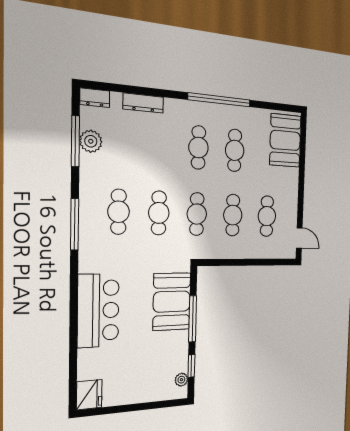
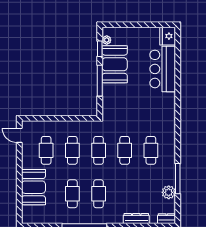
booth: (285, 140) -> (33, 187), moved
window: (75, 141) -> (178, 179), moved
window: (75, 224) -> (178, 142), removed
booth: (172, 302) -> (115, 64), moved
bar counter: (98, 310) -> (163, 69), moved

